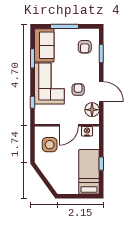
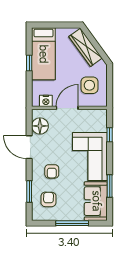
armchair: (78, 90) -> (52, 171), moved
wardrobe: (53, 177) -> (86, 47), added

